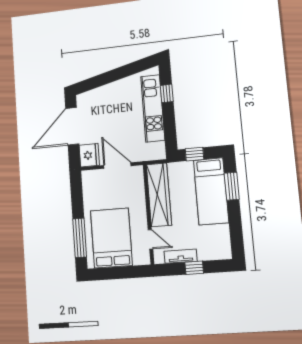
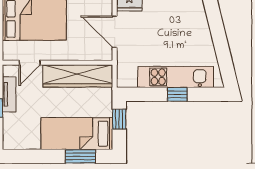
window: (167, 93) -> (177, 94), moved
door: (117, 166) -> (115, 32), swing flipped

